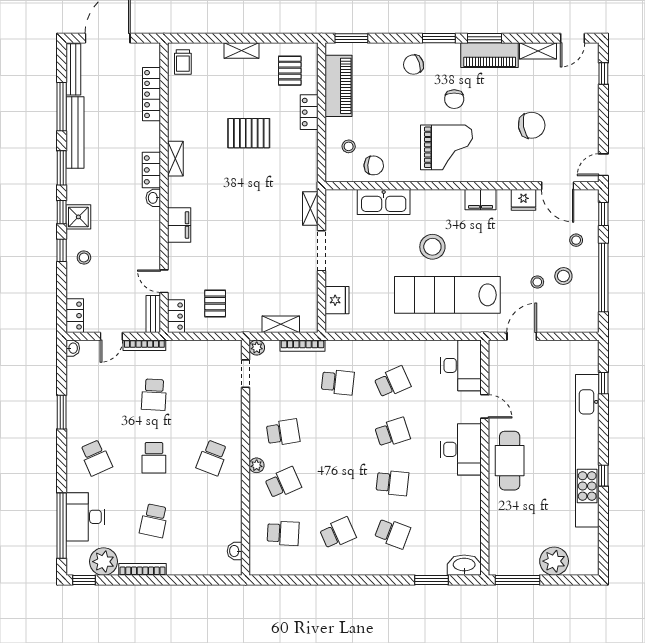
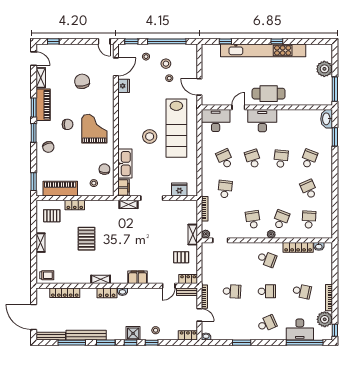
filing cabinet: (481, 200) -> (123, 188), moved
shelving: (281, 324) -> (193, 235), moved
school desk: (283, 483) -> (281, 220), turned 45
locker: (233, 514) -> (298, 247), added

